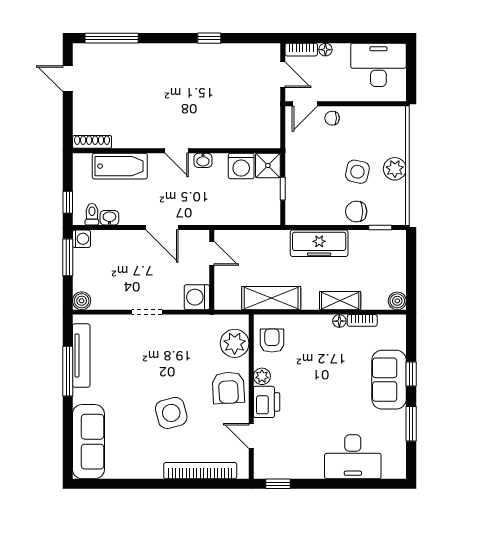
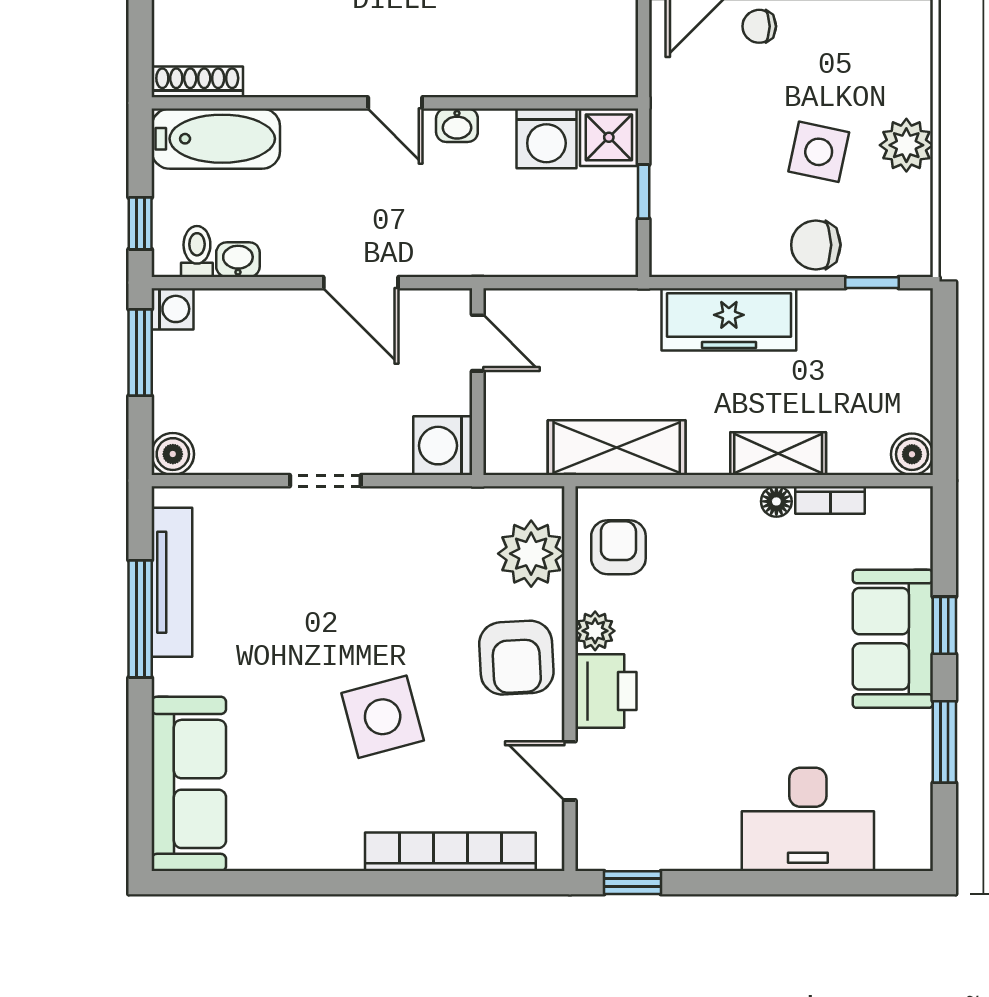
bathtub: (120, 166) -> (216, 139), moved

